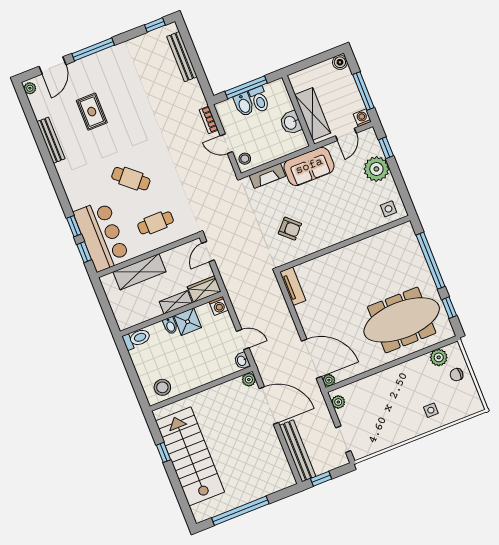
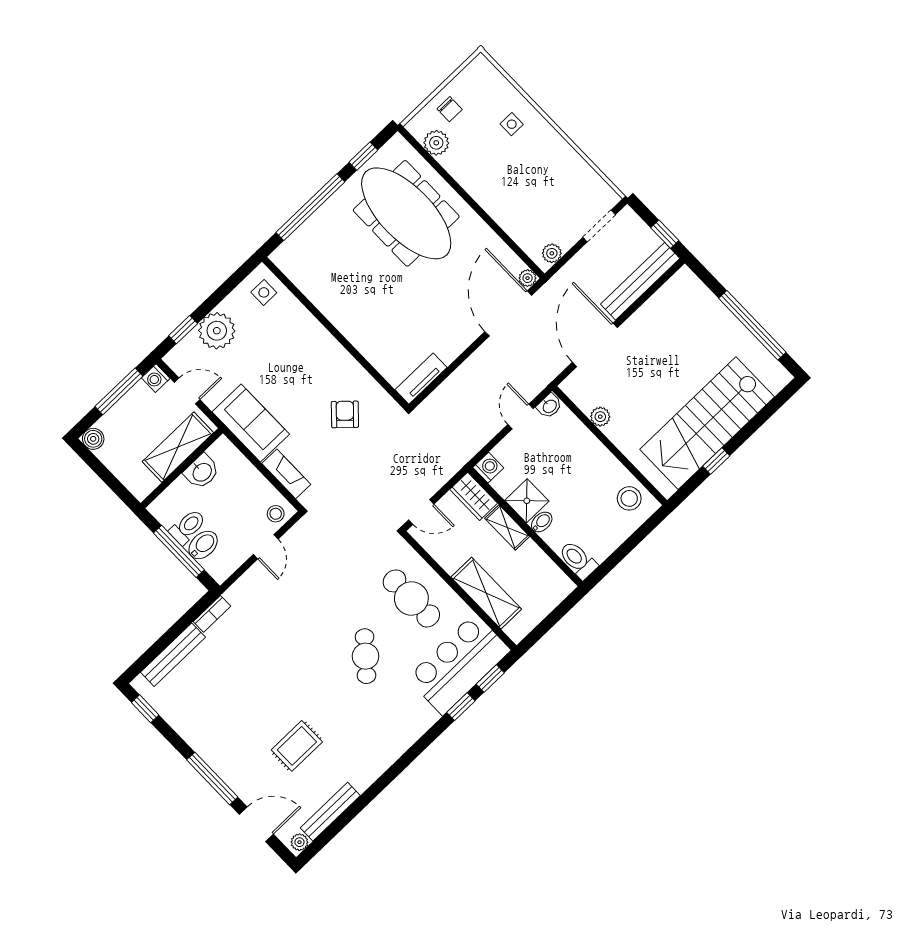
bookcase: (209, 120) -> (212, 614), moved
bench: (51, 140) -> (330, 812), moved
cafe table: (156, 223) -> (411, 598), width x1.37, depth x1.35
plant: (249, 380) -> (600, 417), moved

